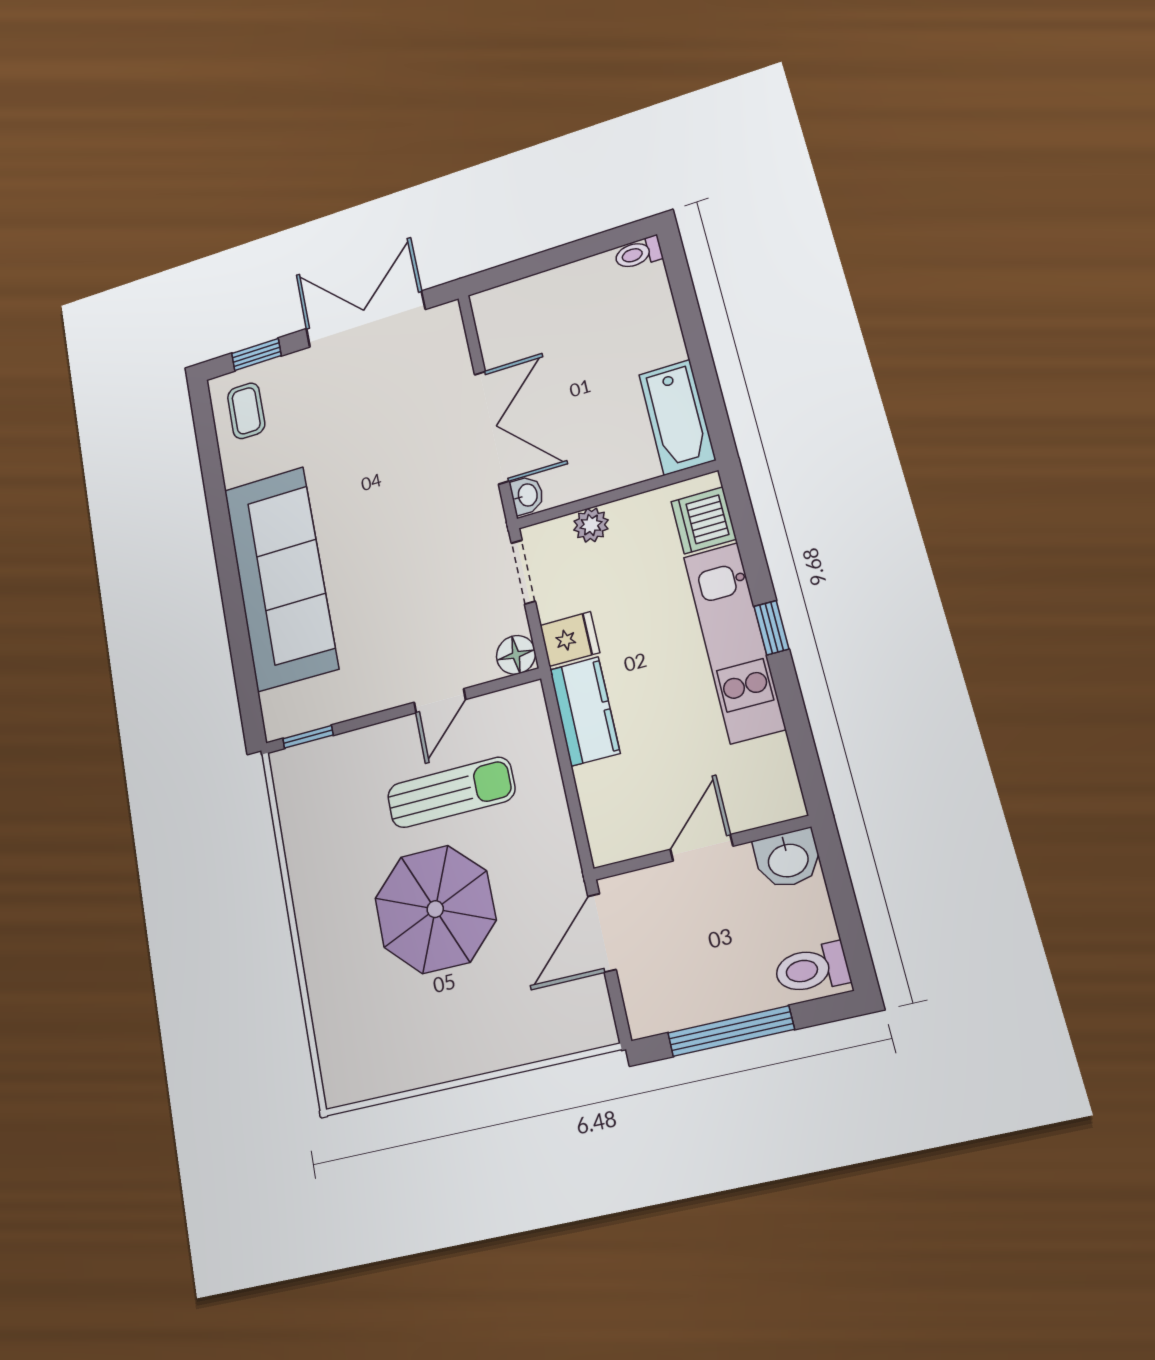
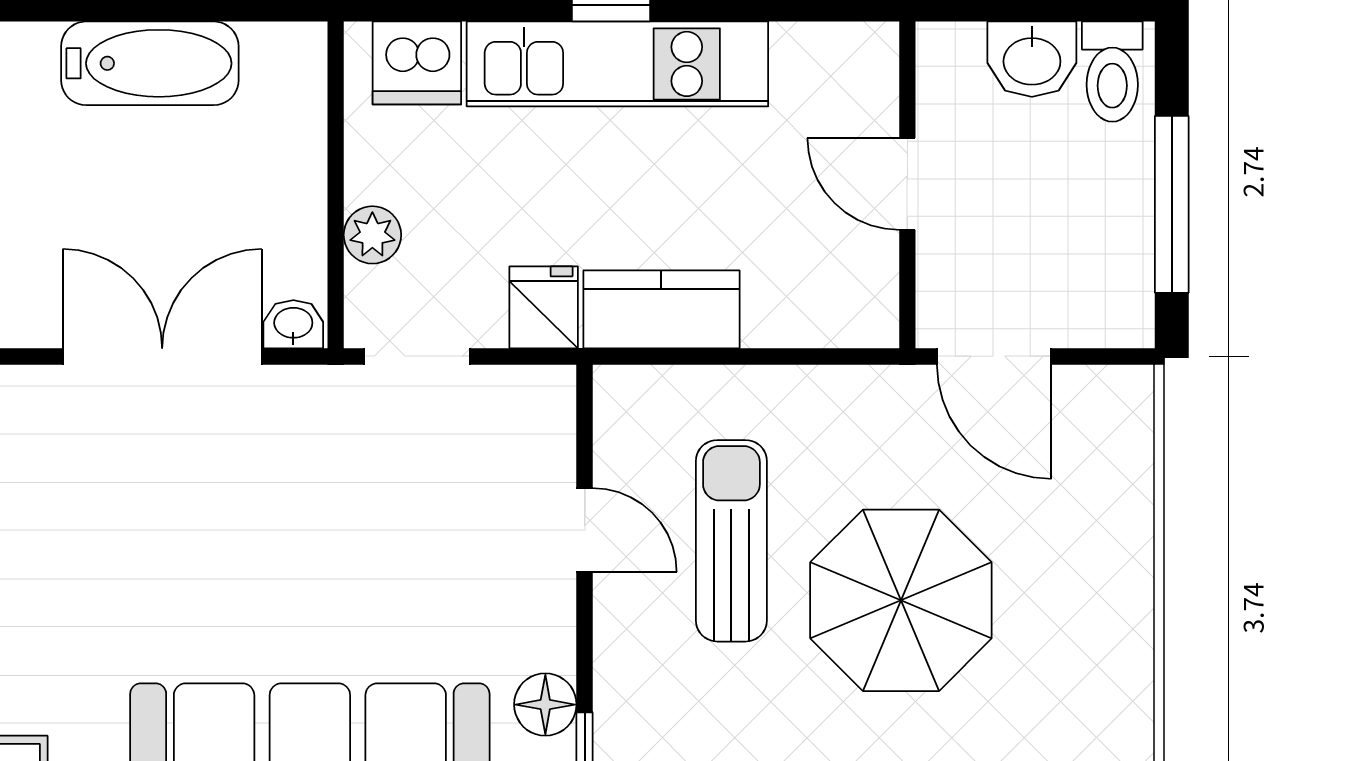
bathtub: (677, 417) -> (150, 63), moved
floor lamp: (516, 655) -> (545, 705), moved
washbasin: (788, 859) -> (1032, 59), moved, turned 90

